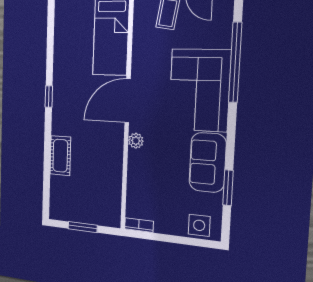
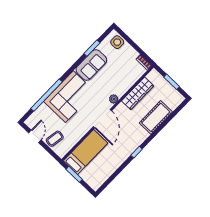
door: (128, 101) -> (102, 119), hinge flipped
cot: (60, 156) -> (156, 117), width x1.37, depth x1.34
wardrobe: (112, 175) -> (138, 93), added

